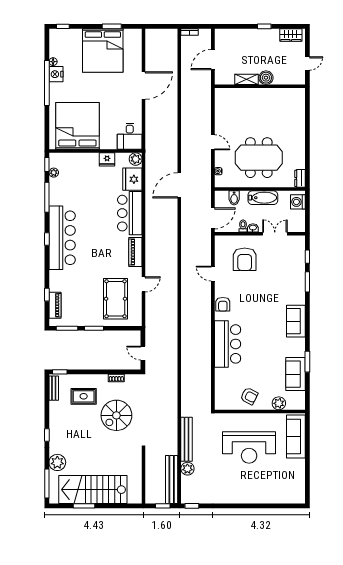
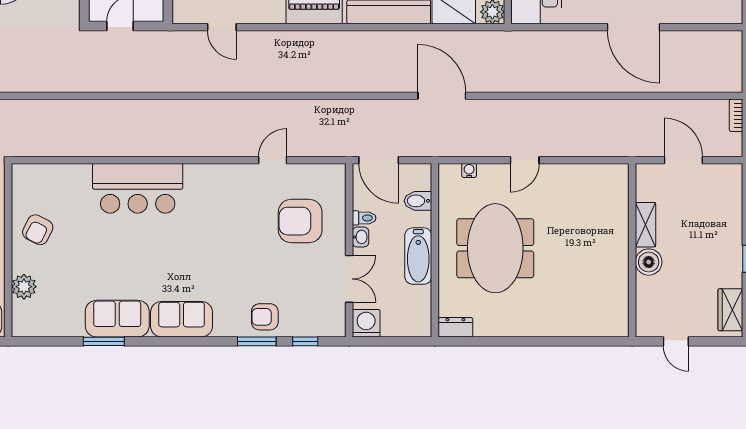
washing machine: (298, 202) -> (366, 323), moved
door: (144, 284) -> (222, 27), moved
armchair: (223, 304) -> (265, 317), moved
sofa: (295, 374) -> (117, 319), moved

